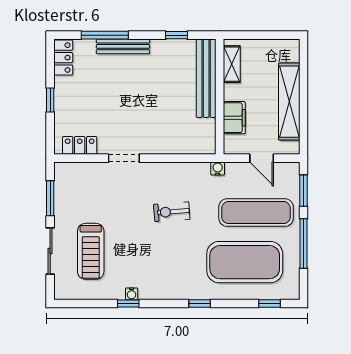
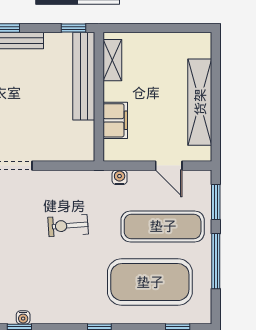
shelving: (232, 64) -> (112, 60), moved
bench: (206, 78) -> (84, 76), moved
wall: (220, 97) -> (99, 97), moved
filing cabinet: (234, 118) -> (115, 120), moved

